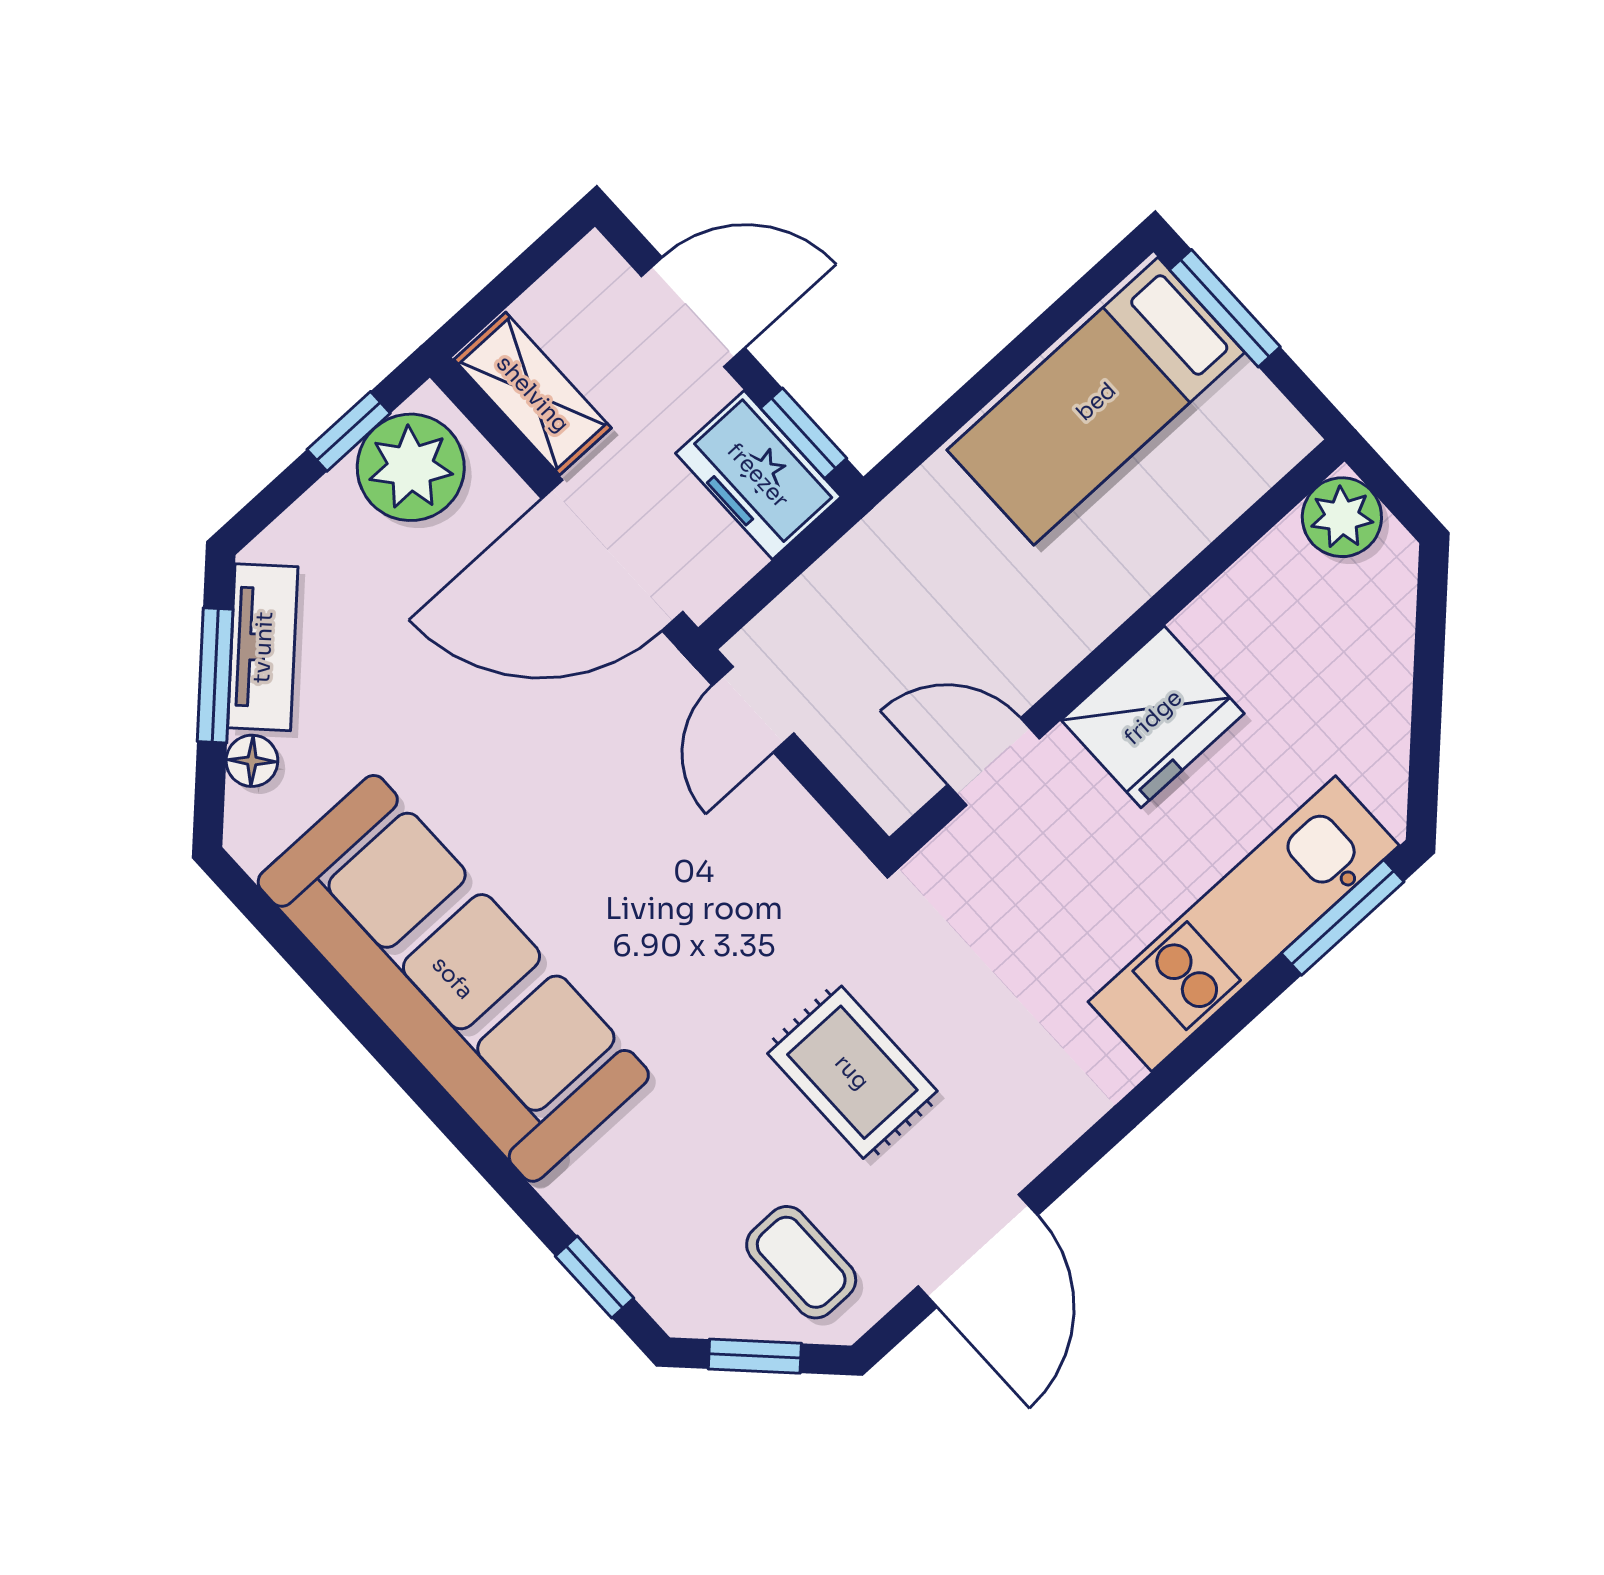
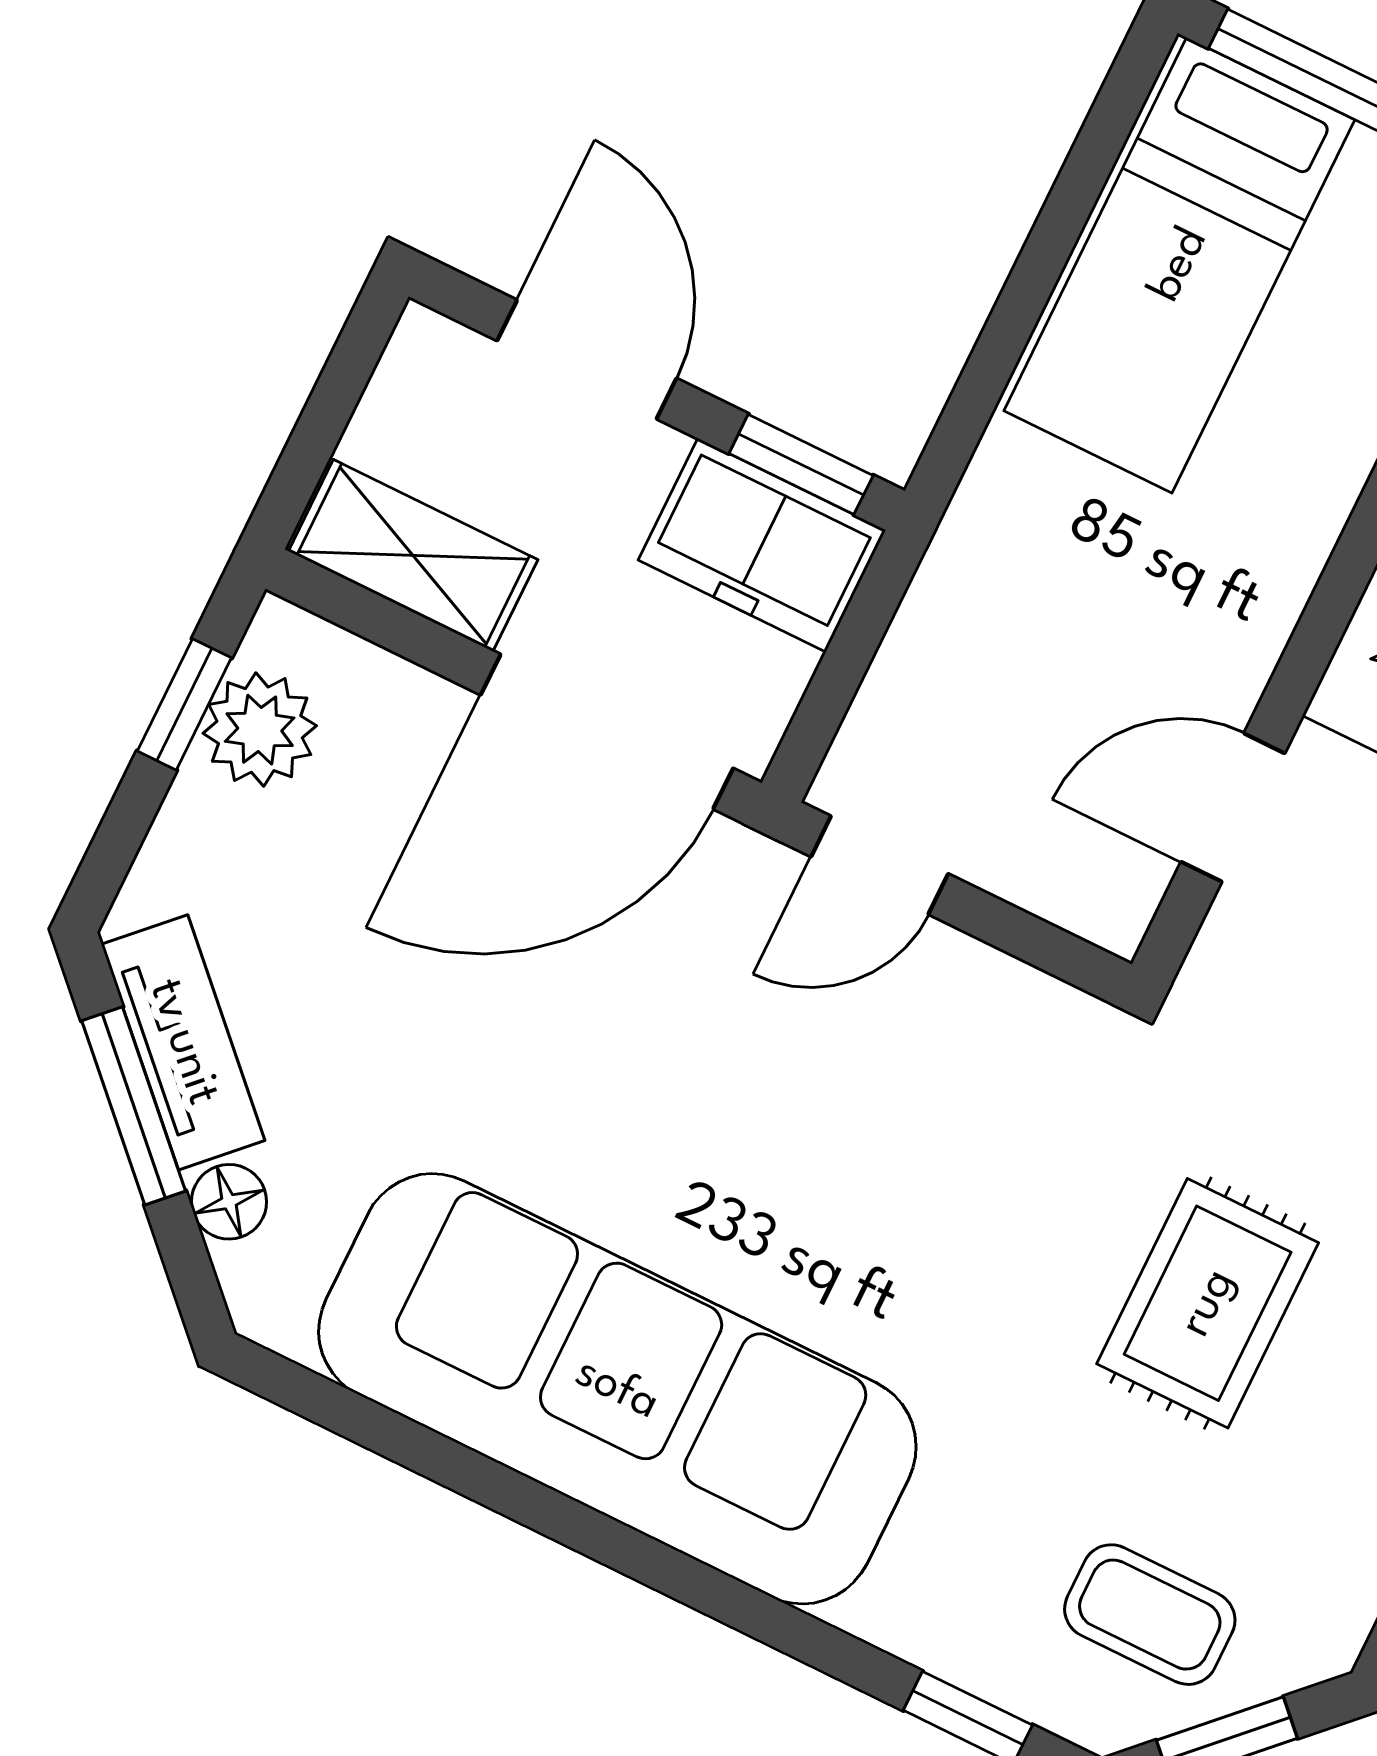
door: (693, 312) -> (587, 359), hinge flipped
plant: (411, 467) -> (260, 730), width x0.73, depth x0.73
door: (753, 709) -> (880, 865), hinge flipped
rug: (852, 1072) -> (1208, 1303), turned 90
coffee table: (801, 1262) -> (1150, 1615), moved

